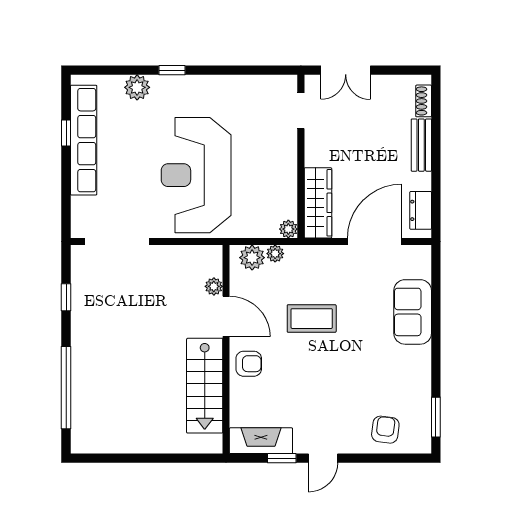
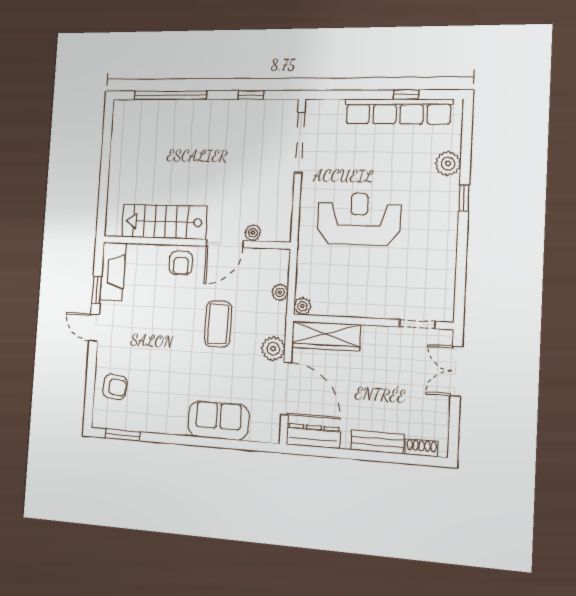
reception desk: (196, 175) -> (359, 219), width x0.74, depth x0.77
dresser: (421, 210) -> (313, 436), width x1.44
plant: (252, 258) -> (273, 349), moved

